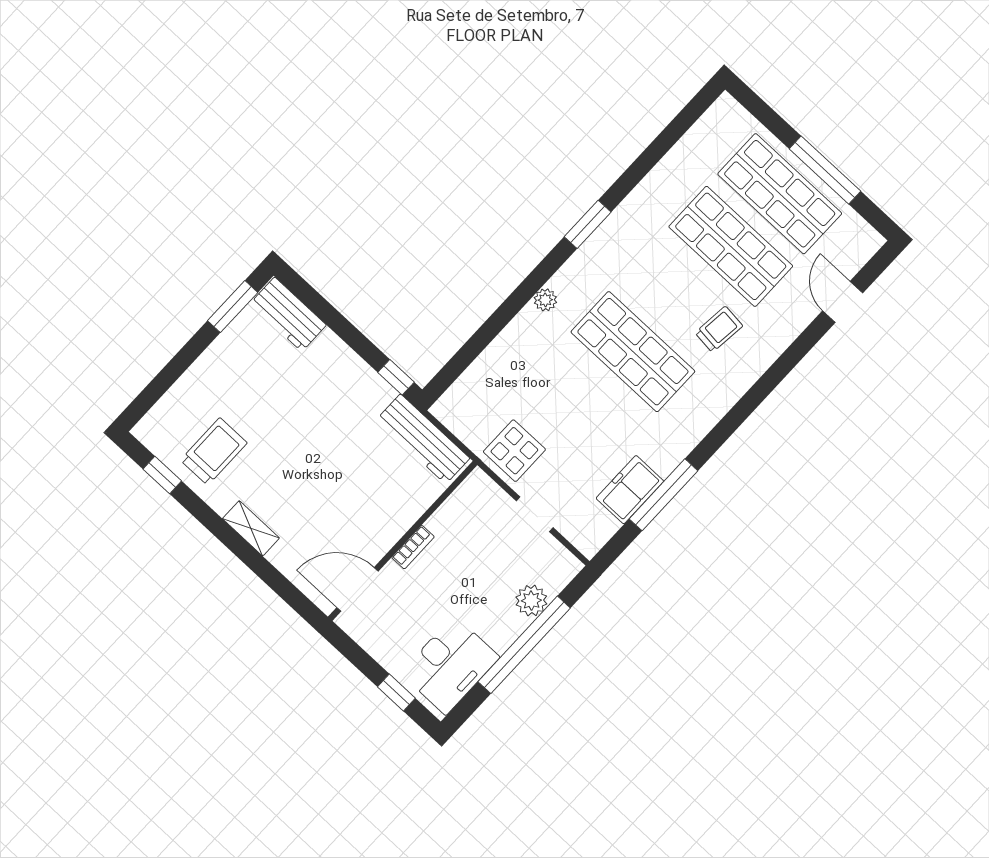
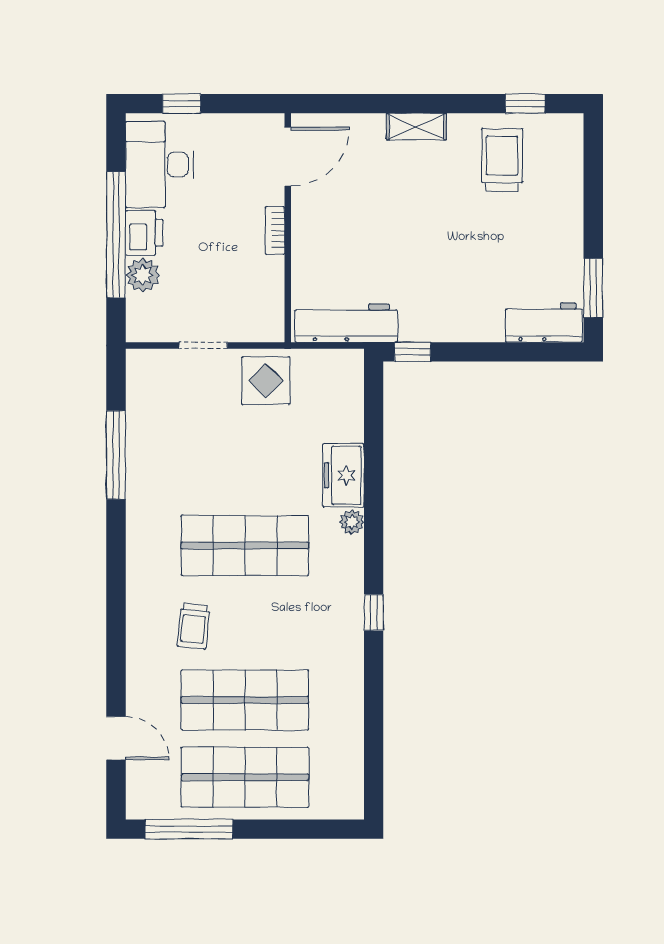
window: (825, 170) -> (189, 829), moved
window: (588, 224) -> (374, 613), width x0.67
trolley: (214, 451) -> (502, 160), turned 180
freezer: (630, 490) -> (343, 475), moved, turned 180
printer: (504, 628) -> (144, 233), added

